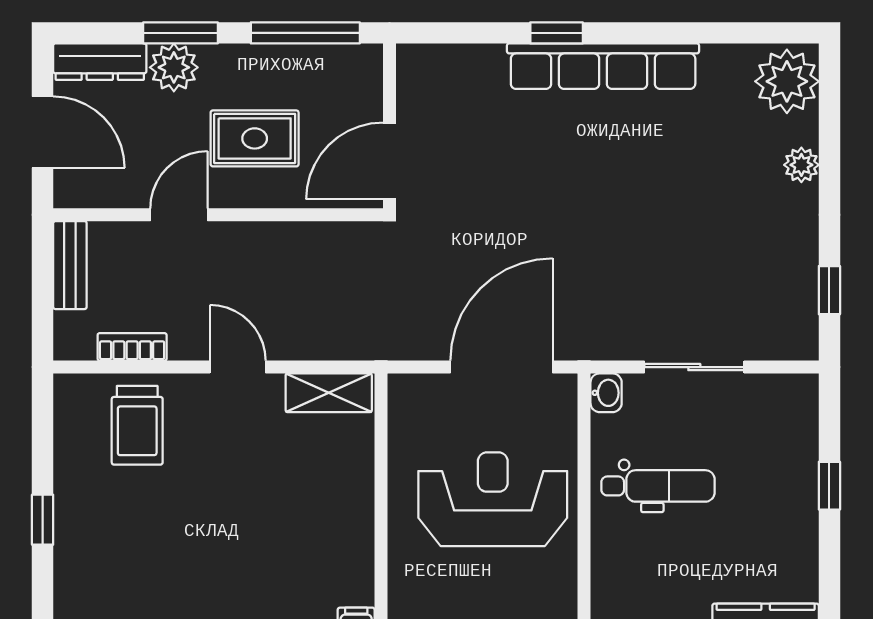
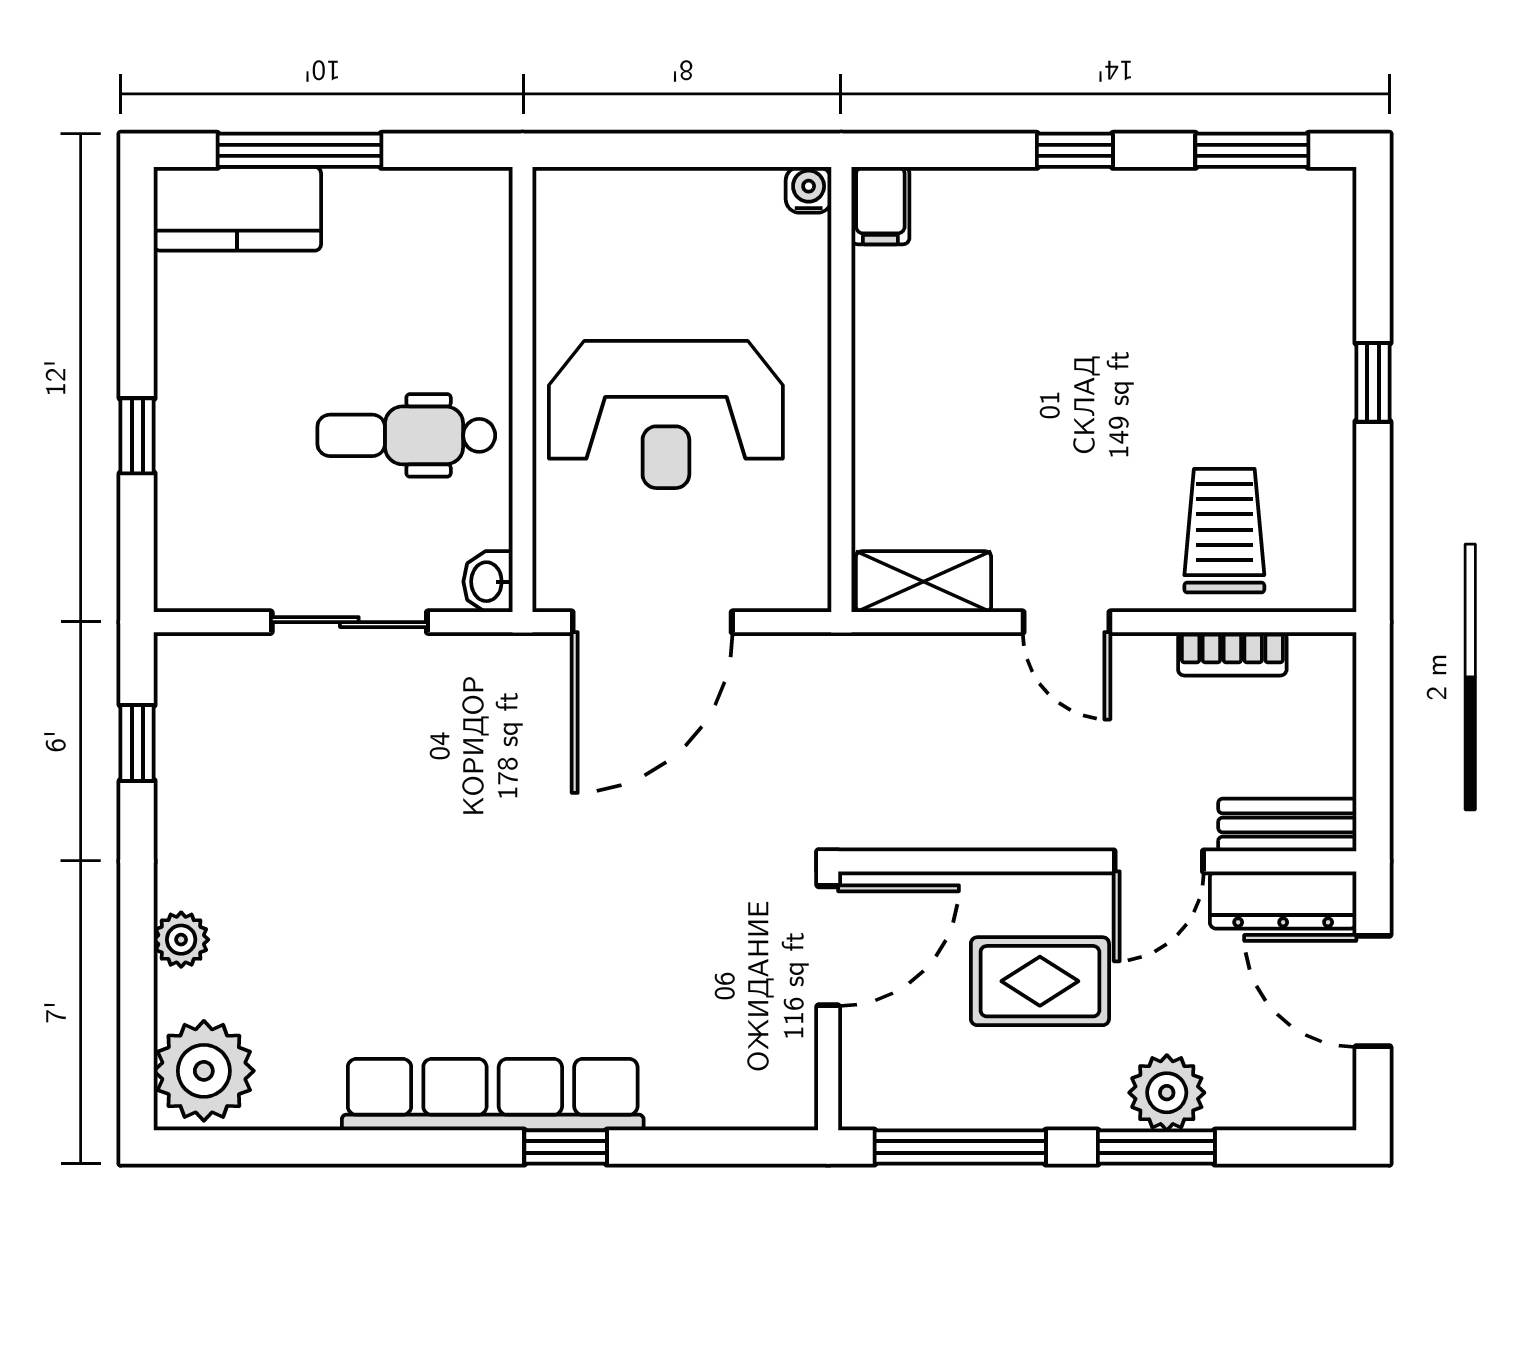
dresser: (100, 62) -> (1283, 900), moved, turned 180
bench: (70, 265) -> (1287, 825), moved, turned 90

